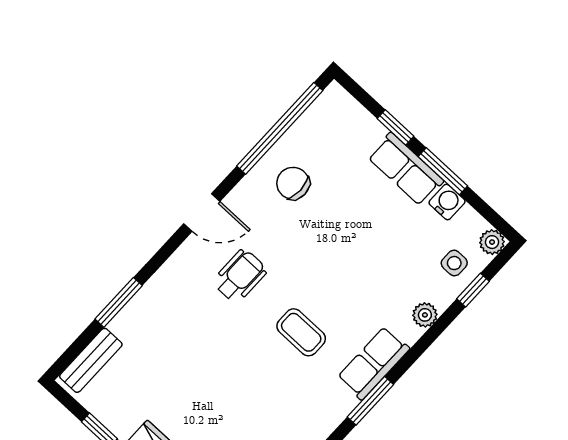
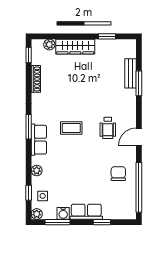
window: (443, 171) -> (58, 222), moved
chair: (293, 183) -> (118, 174), turned -90
bench: (91, 360) -> (131, 73), moved

